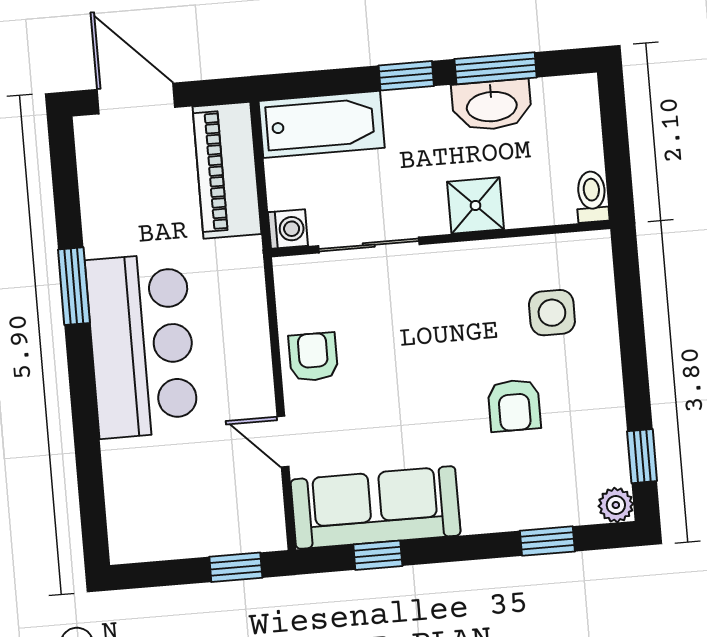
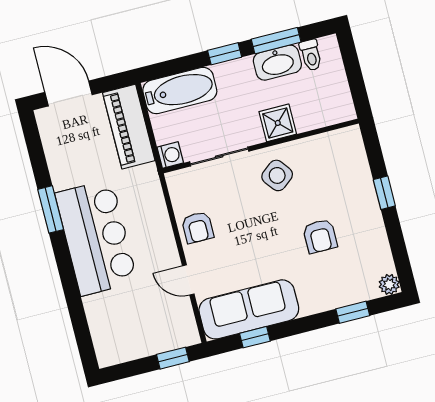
toilet: (592, 197) -> (311, 55), moved, turned 180
side table: (552, 313) -> (277, 175), moved, turned -38
armchair: (313, 357) -> (198, 227), turned 180
window: (642, 456) -> (384, 193), moved

